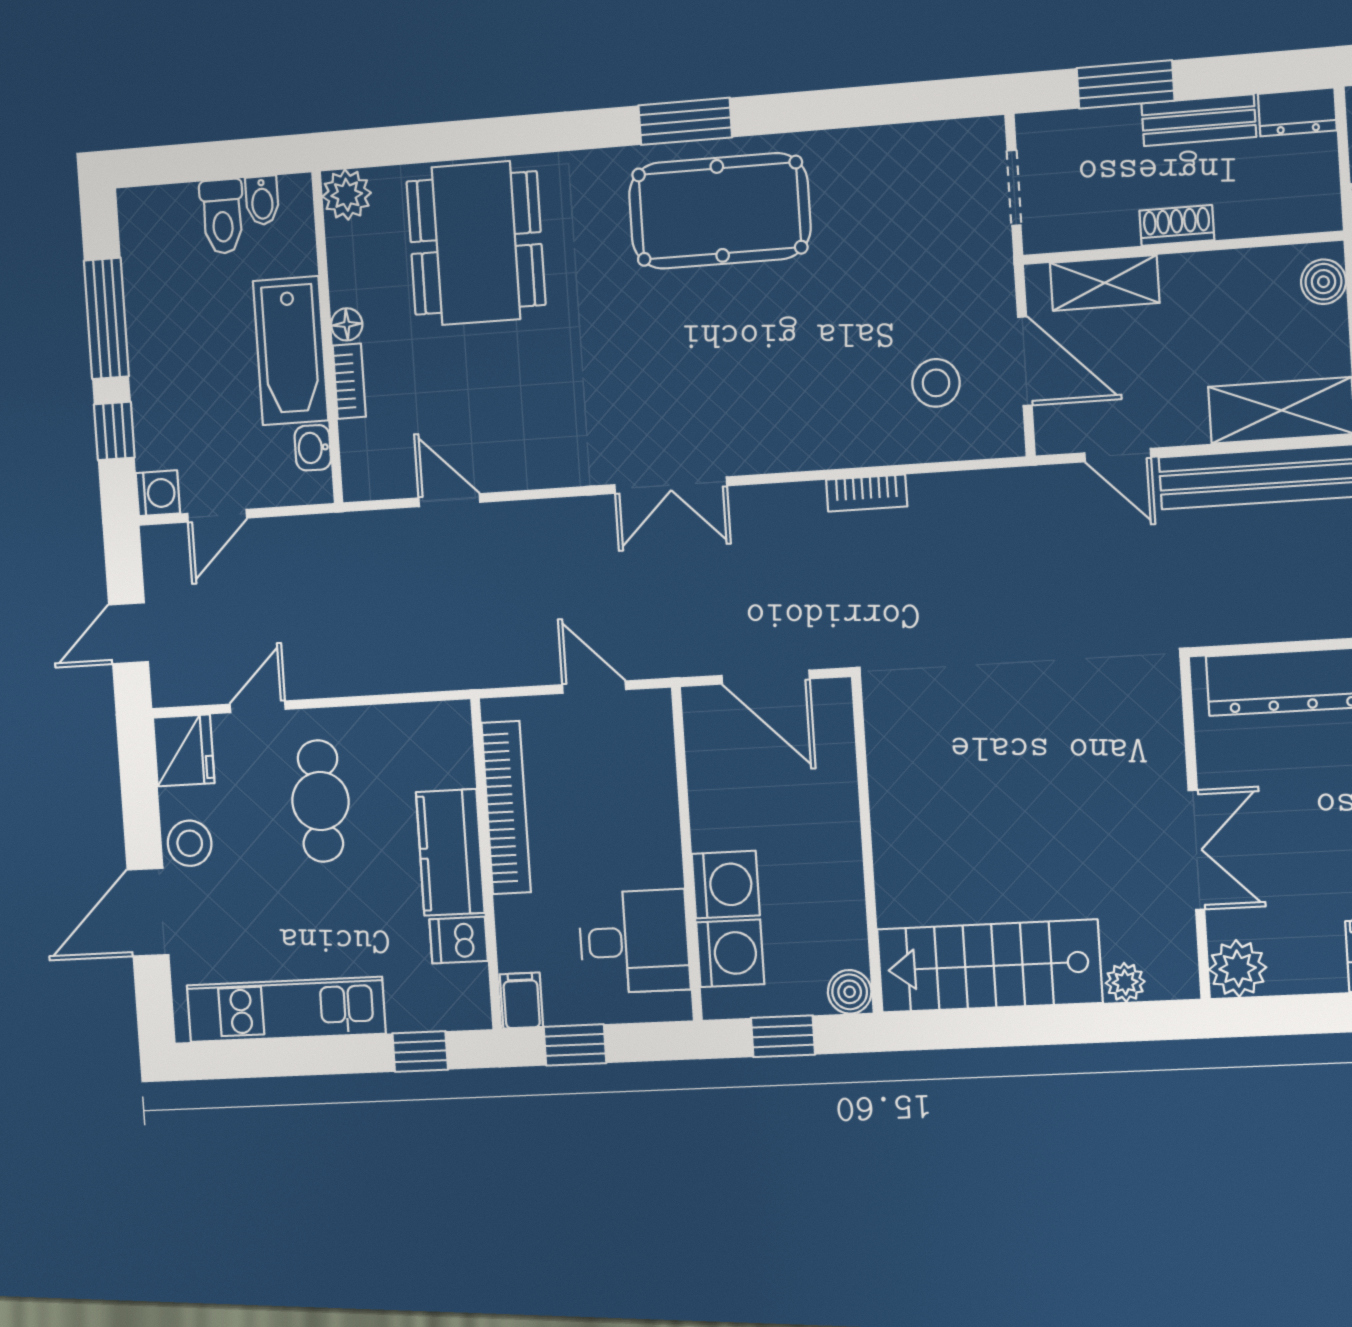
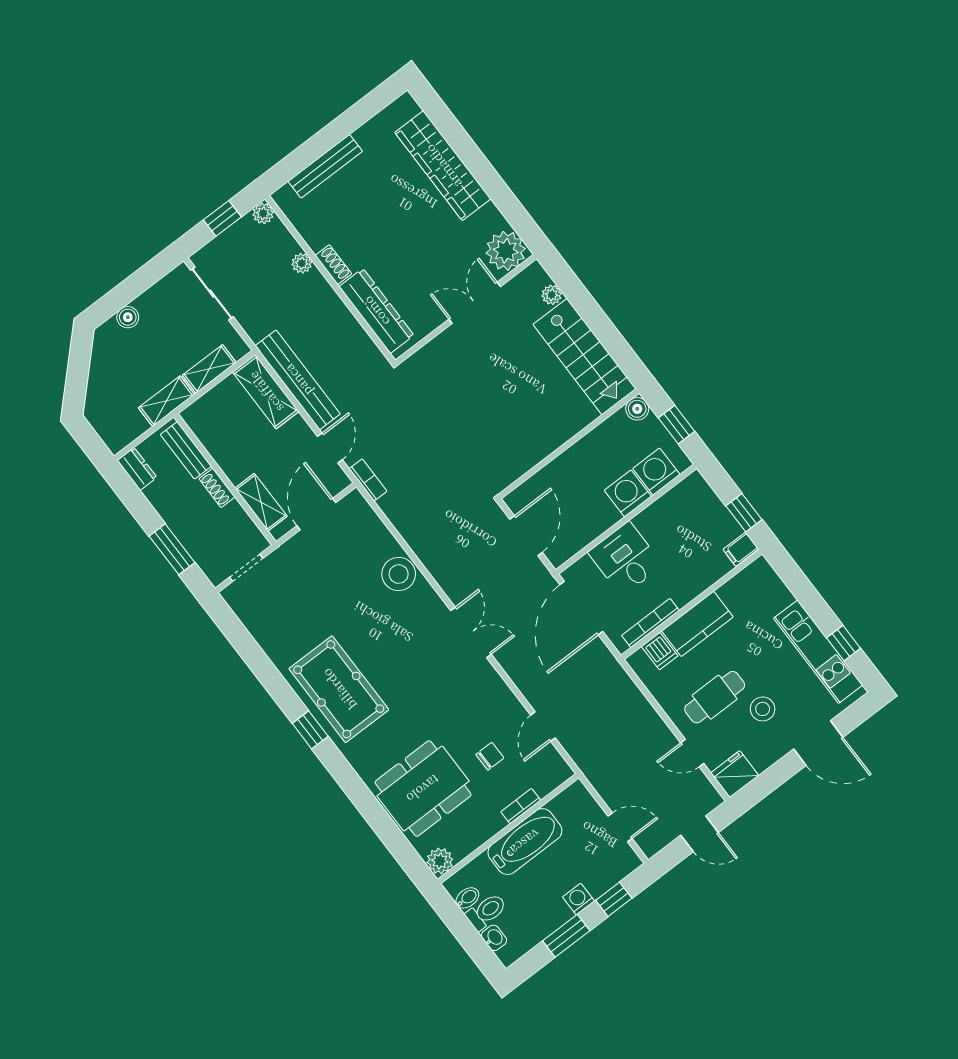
bench: (1199, 120) -> (186, 450), moved
window: (685, 121) -> (310, 730), width x0.67
boiler: (1323, 282) -> (200, 410), removed
window: (106, 318) -> (566, 936), width x0.69
floor lamp: (347, 324) -> (497, 824), removed
stool: (936, 383) -> (399, 574), moved, width x1.38, depth x1.38
chair: (458, 384) -> (490, 756), added
washbasin: (313, 448) -> (494, 938), moved, turned -90
washing machine: (158, 493) -> (578, 899), moved
bookcase: (867, 493) -> (368, 480), moved
door: (594, 687) -> (581, 608), width x1.87
bookcase: (506, 808) -> (650, 623), width x0.68, depth x0.76
stool: (190, 843) -> (763, 709), moved
dishwasher: (459, 940) -> (660, 651), moved
desk: (634, 942) -> (625, 559), moved
plant: (1238, 968) -> (506, 251), width x1.36, depth x1.36
window: (420, 1051) -> (844, 643), moved

